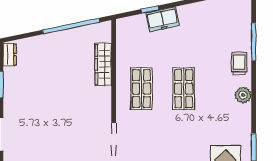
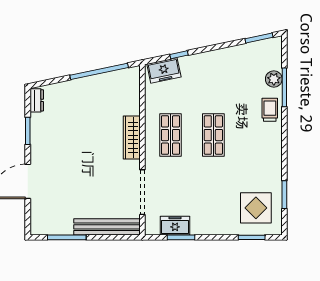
freezer: (163, 19) -> (164, 70), moved
wardrobe: (103, 64) -> (132, 137), moved
plant: (243, 95) -> (274, 79), moved

